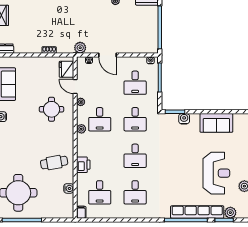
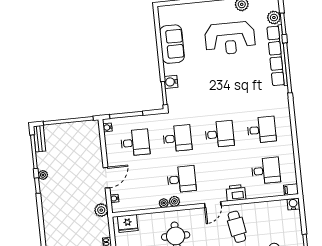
door: (75, 86) -> (213, 205), moved
plant: (81, 129) -> (174, 201), moved
reception desk: (216, 173) -> (230, 38), turned 180
water cooler: (69, 188) -> (293, 204), moved

